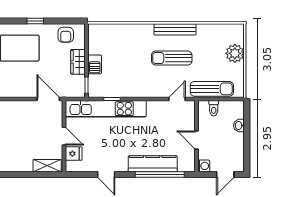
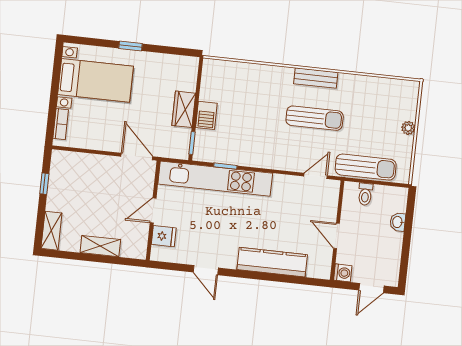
bench: (175, 29) -> (316, 78), width x0.73
armchair: (66, 35) -> (171, 70), removed
plant: (235, 53) -> (408, 128), width x0.53, depth x0.53
sun lounger: (172, 58) -> (315, 118), turned 180
door: (64, 136) -> (153, 210), swing flipped
shelving: (47, 166) -> (100, 246), moved
window: (160, 174) -> (280, 278), removed

